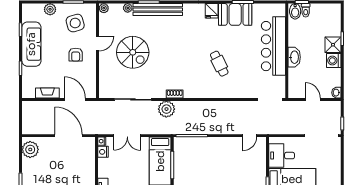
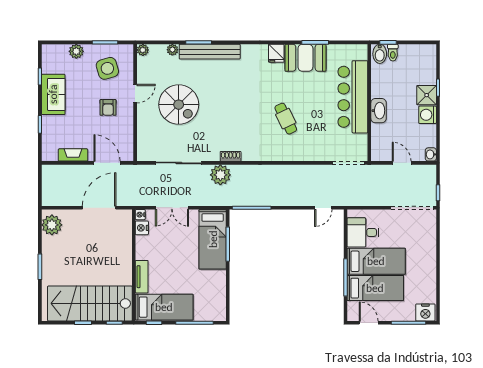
sofa: (31, 44) -> (53, 94), width x0.73
door: (69, 136) -> (99, 208), hinge flipped

